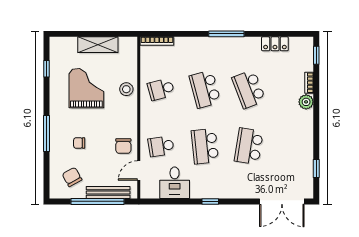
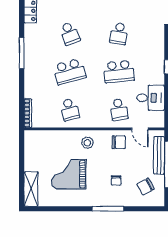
shelving: (98, 45) -> (31, 189), moved
window: (46, 69) -> (52, 209), removed
stool: (126, 89) -> (87, 143), moved
school desk: (249, 89) -> (70, 34), width x0.54
school desk: (249, 146) -> (119, 34), width x0.54

